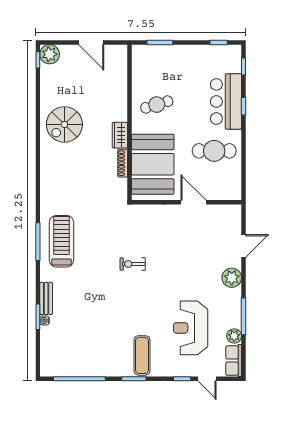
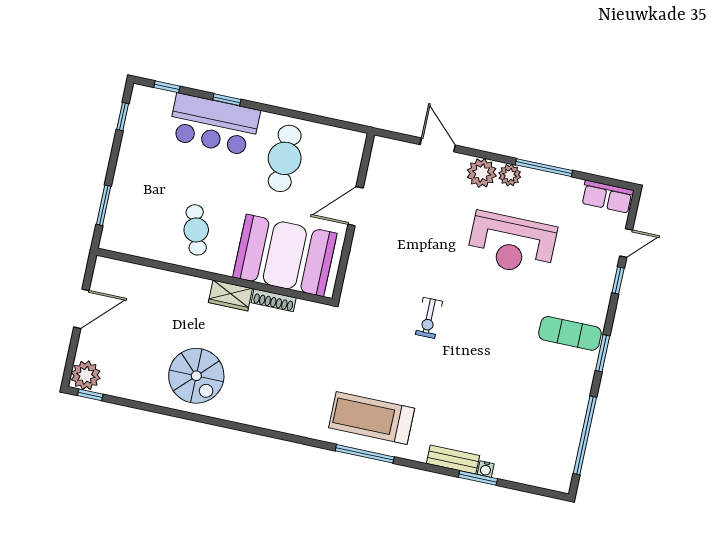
reception desk: (191, 328) -> (512, 244), moved
plant: (234, 336) -> (510, 175), moved

